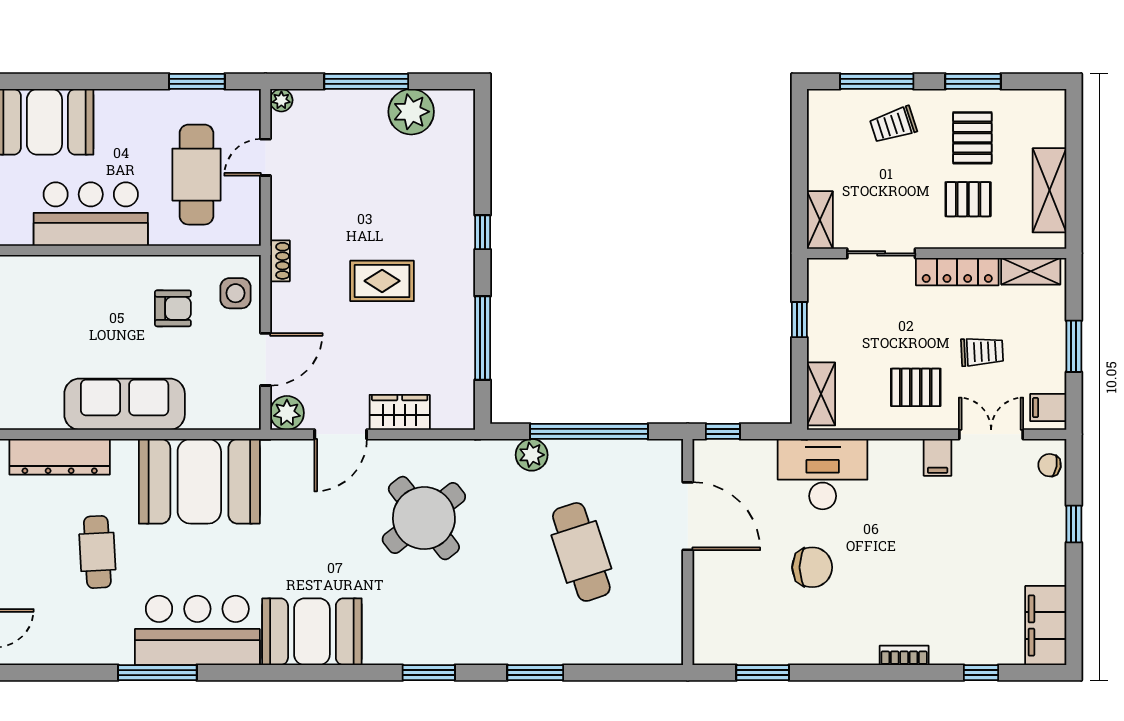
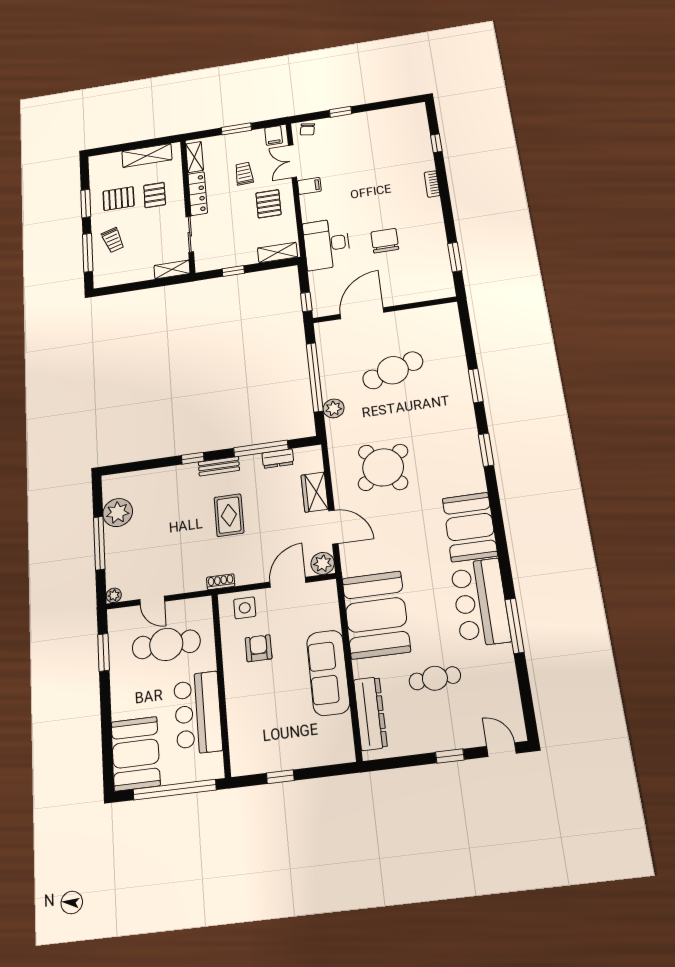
bench: (463, 272) -> (219, 466), added
door: (265, 359) -> (288, 582), hinge flipped
dresser: (462, 362) -> (278, 459), added
filing cabinet: (1046, 625) -> (403, 116), removed

